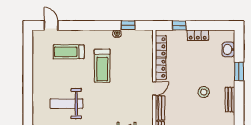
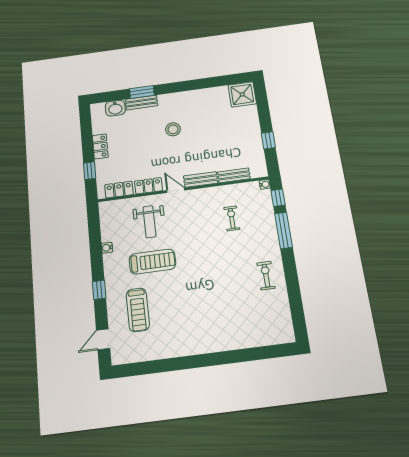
window: (128, 25) -> (99, 290), moved
bench: (230, 100) -> (141, 103), moved
weight bench: (66, 104) -> (149, 222), moved, width x0.73, depth x0.75

